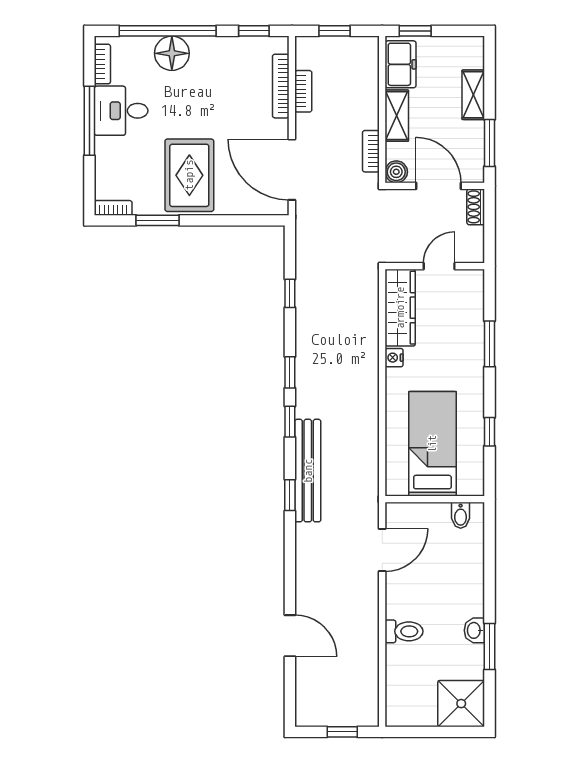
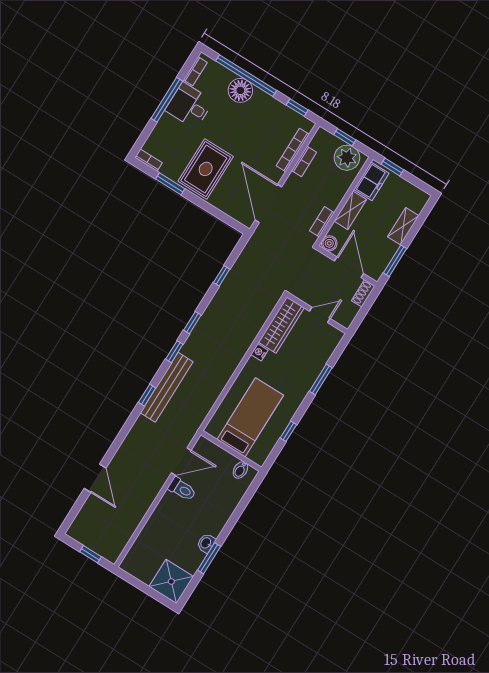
plant: (353, 54) -> (347, 158), added
toilet: (404, 631) -> (182, 489), moved

